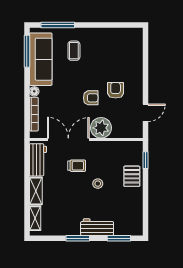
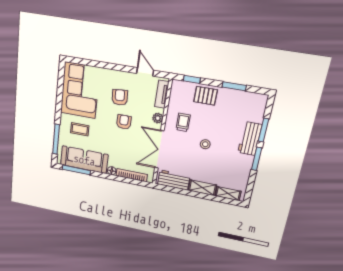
corner sofa: (116, 47) -> (80, 90), added
armchair: (116, 90) -> (120, 97), turned 86
plant: (101, 128) -> (158, 118), width x0.53, depth x0.53
tv unit: (126, 133) -> (162, 94), added
trolley: (77, 166) -> (183, 122), moved
stool: (98, 184) -> (205, 144), moved
window: (145, 202) -> (234, 86), added
window: (119, 238) -> (263, 130), moved

